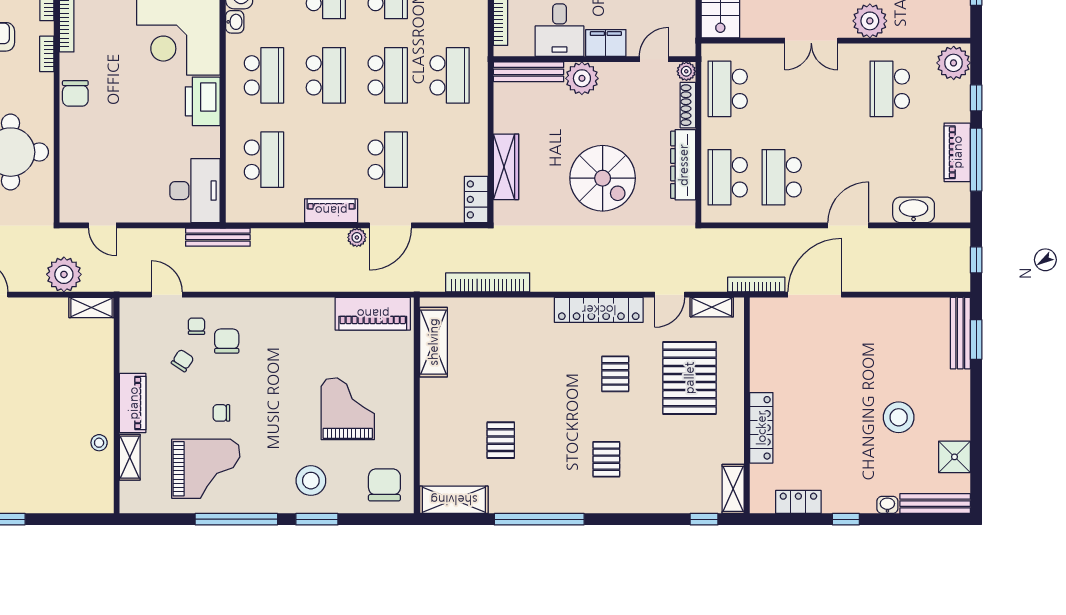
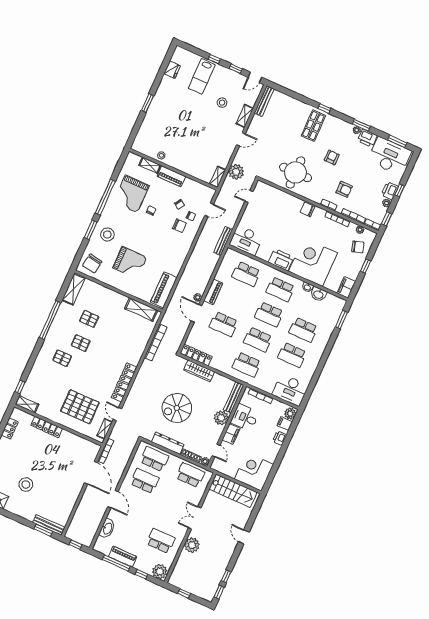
locker: (476, 199) -> (196, 355), width x1.53
pallet: (615, 374) -> (81, 343), moved
chair: (384, 485) -> (92, 264), turned 99

